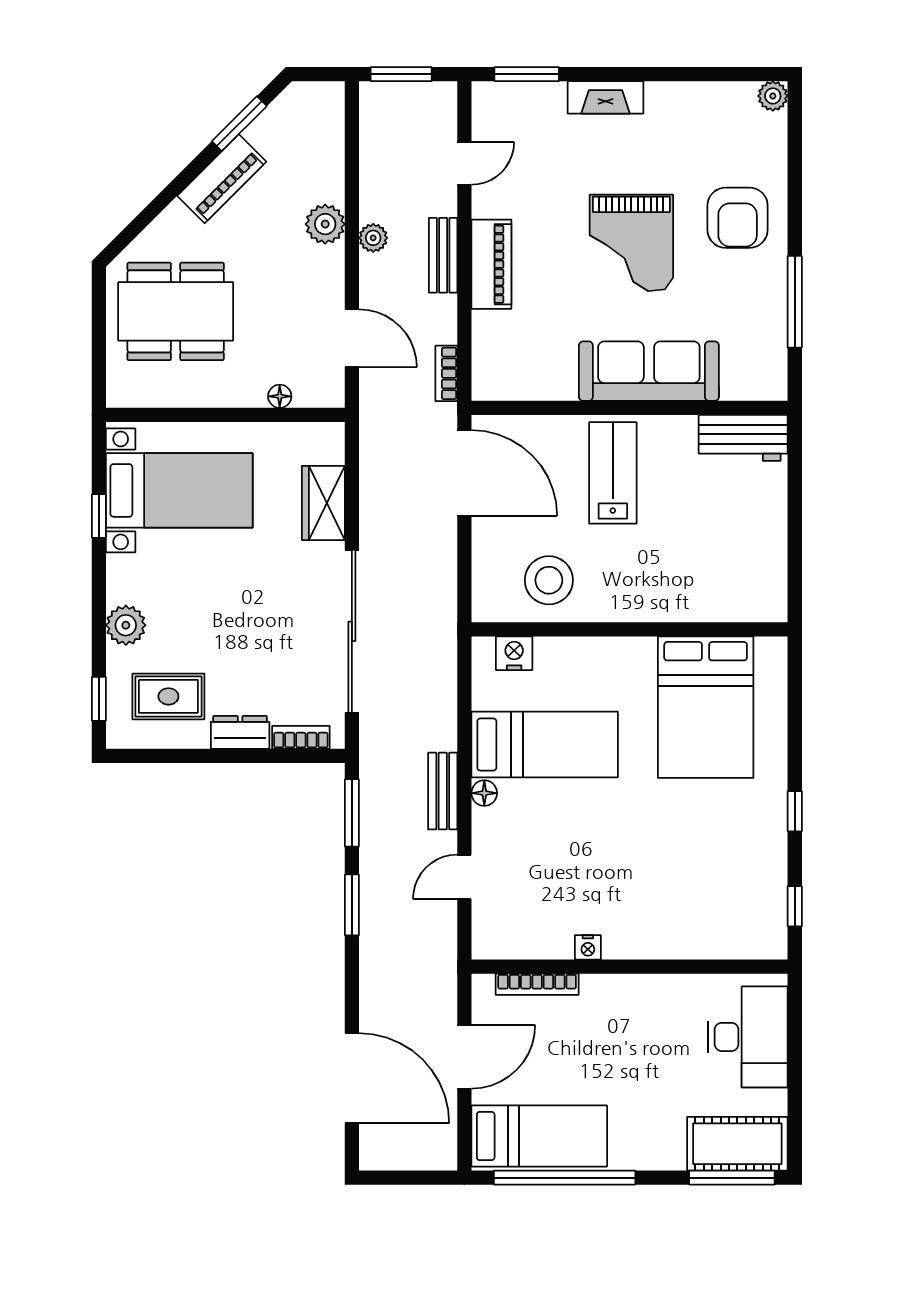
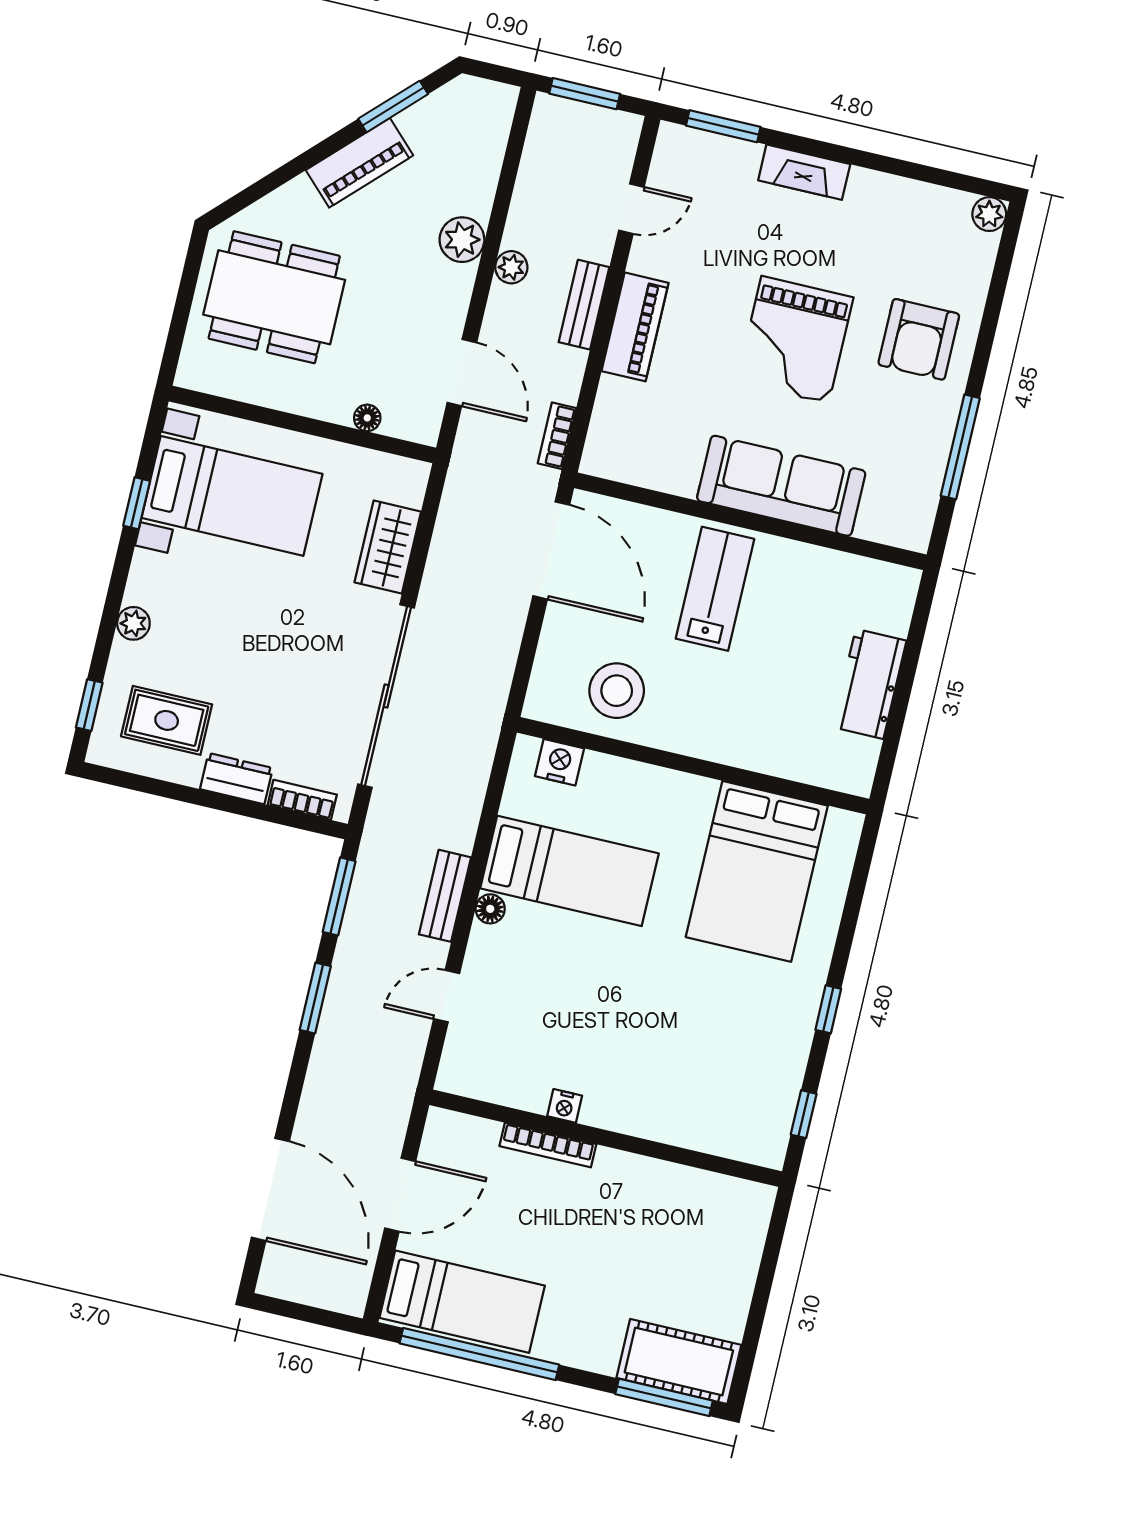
workbench: (743, 438) -> (870, 684), moved, turned 90
plant: (126, 625) -> (133, 623), width x0.73, depth x0.73
bookcase: (537, 984) -> (548, 1145), moved
desk: (748, 1037) -> (718, 1246), removed

